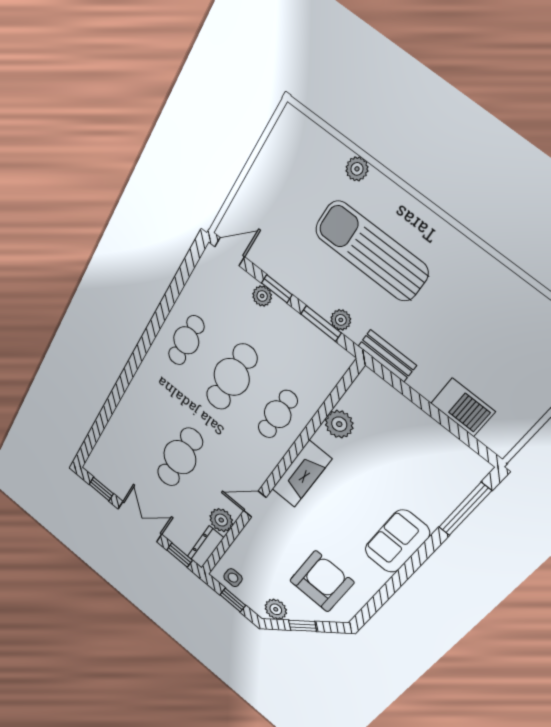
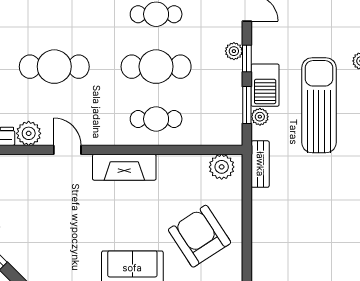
barbecue: (463, 407) -> (265, 85), moved
plant: (339, 424) -> (222, 167), moved
armchair: (322, 581) -> (200, 236), moved, turned -123

